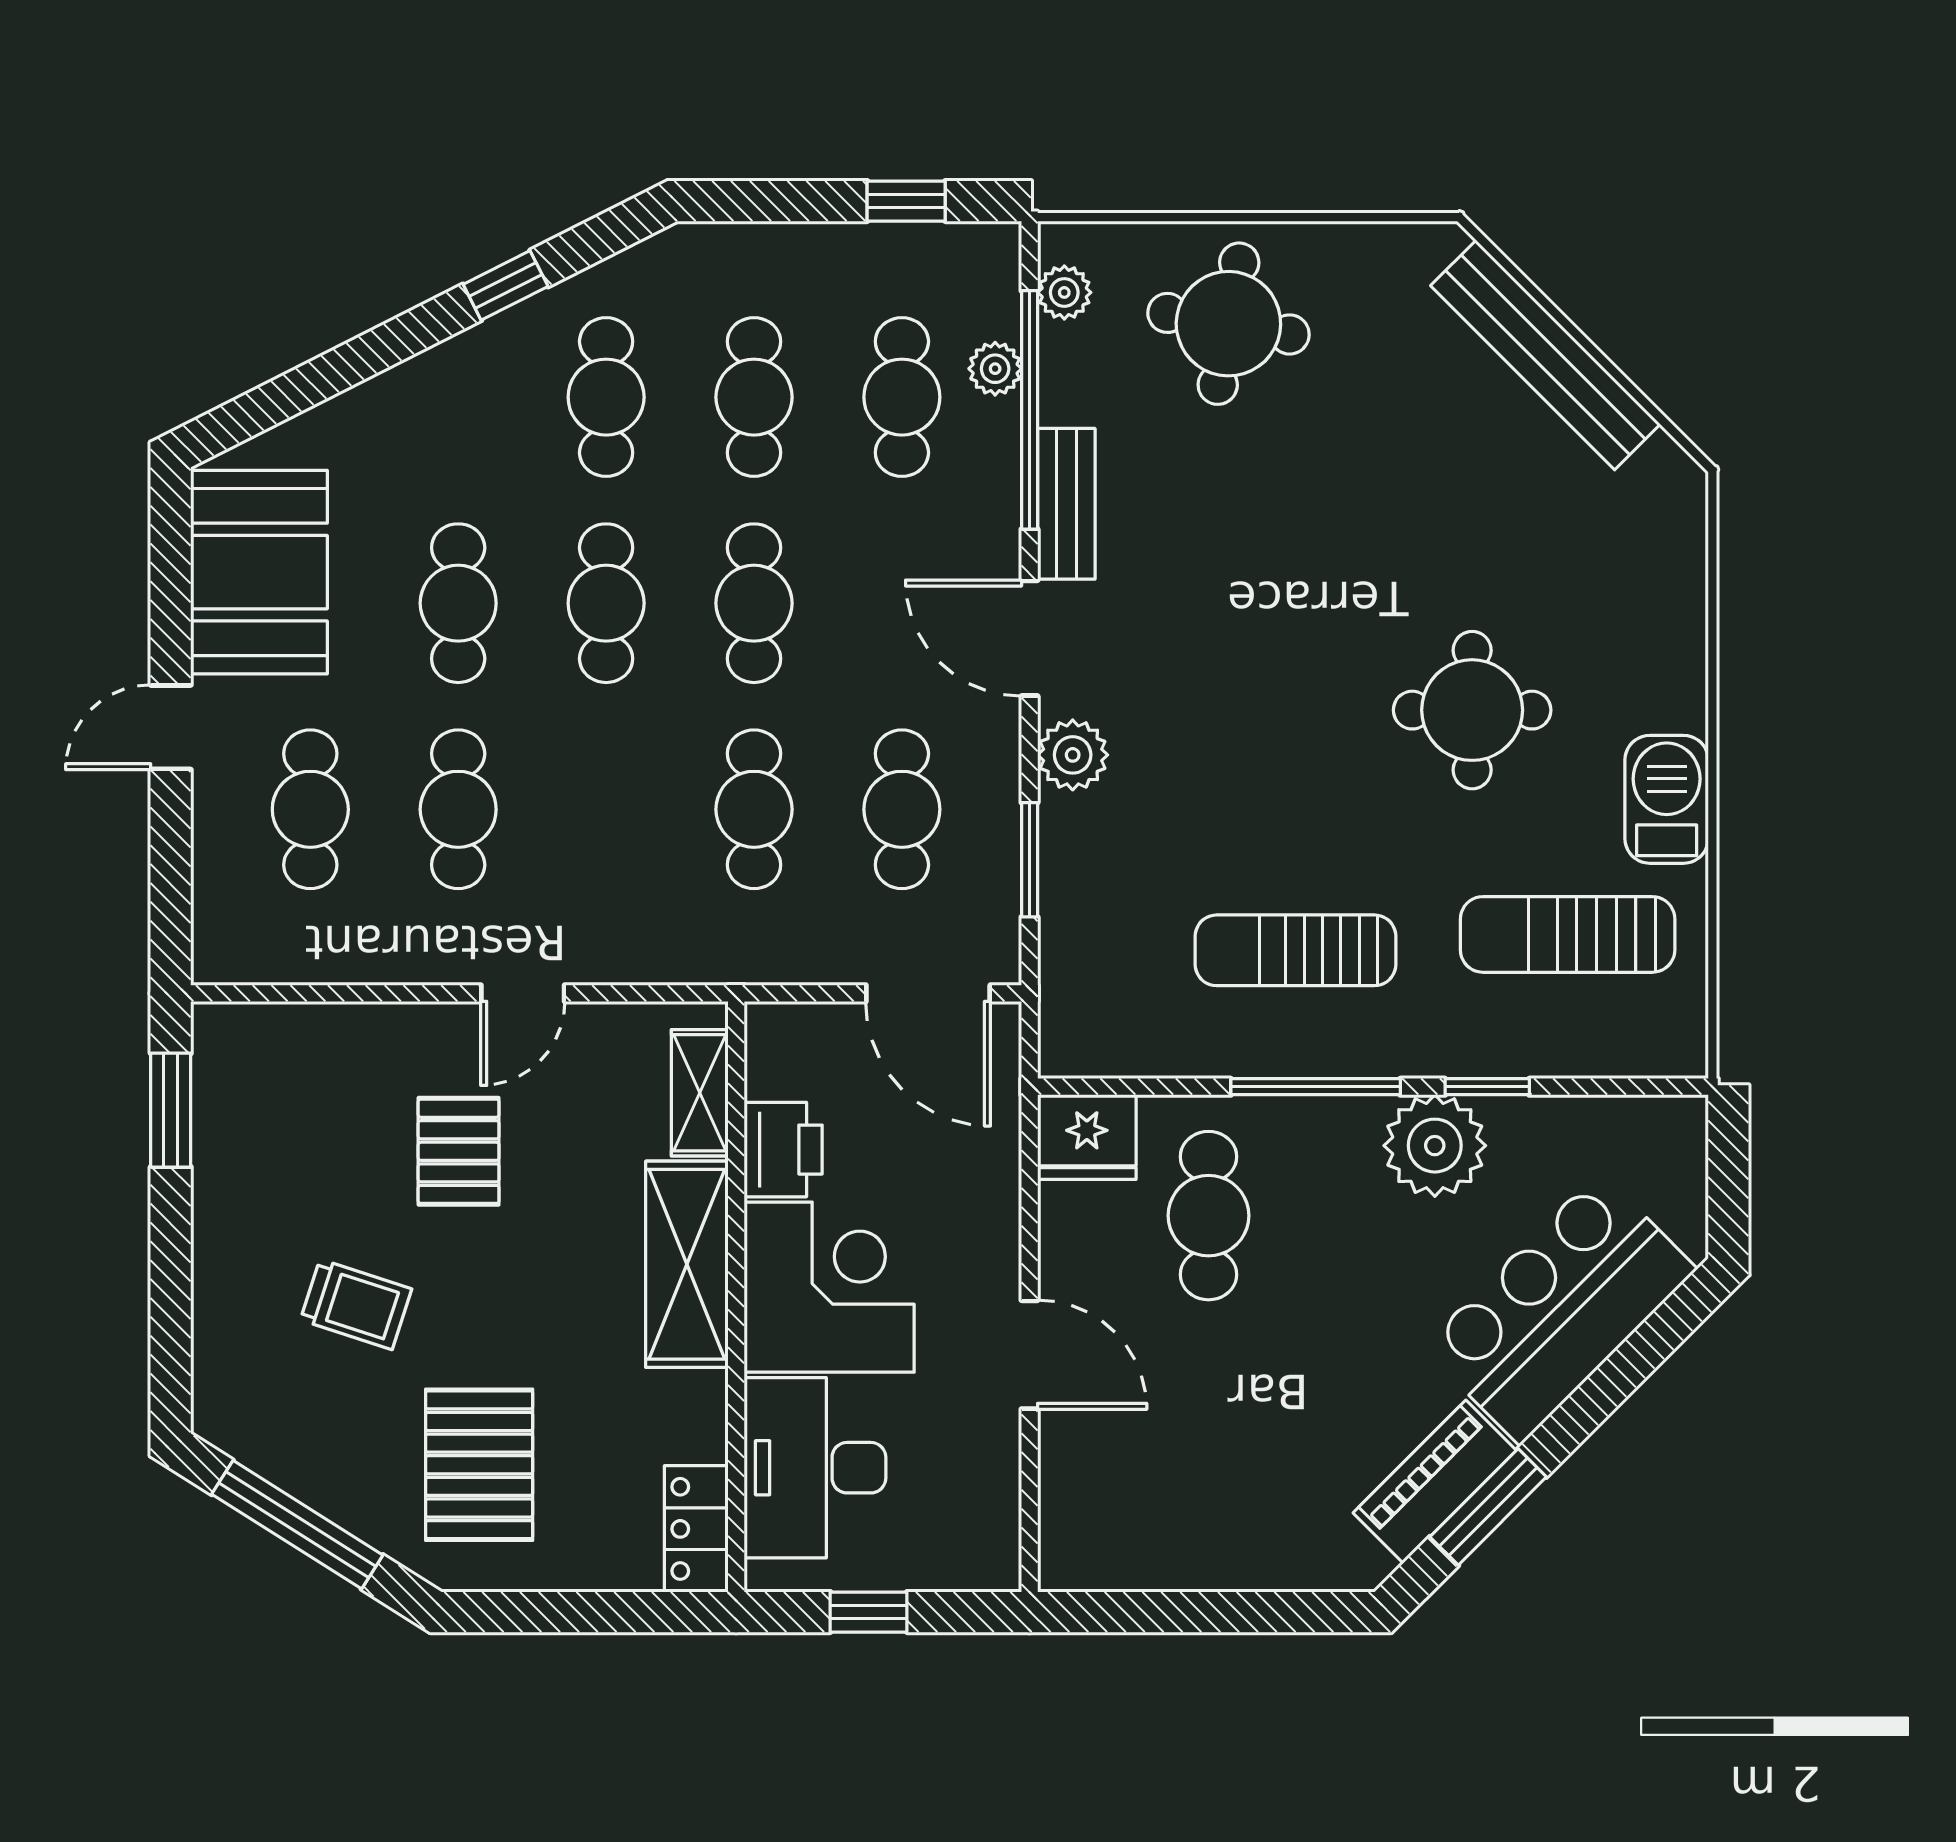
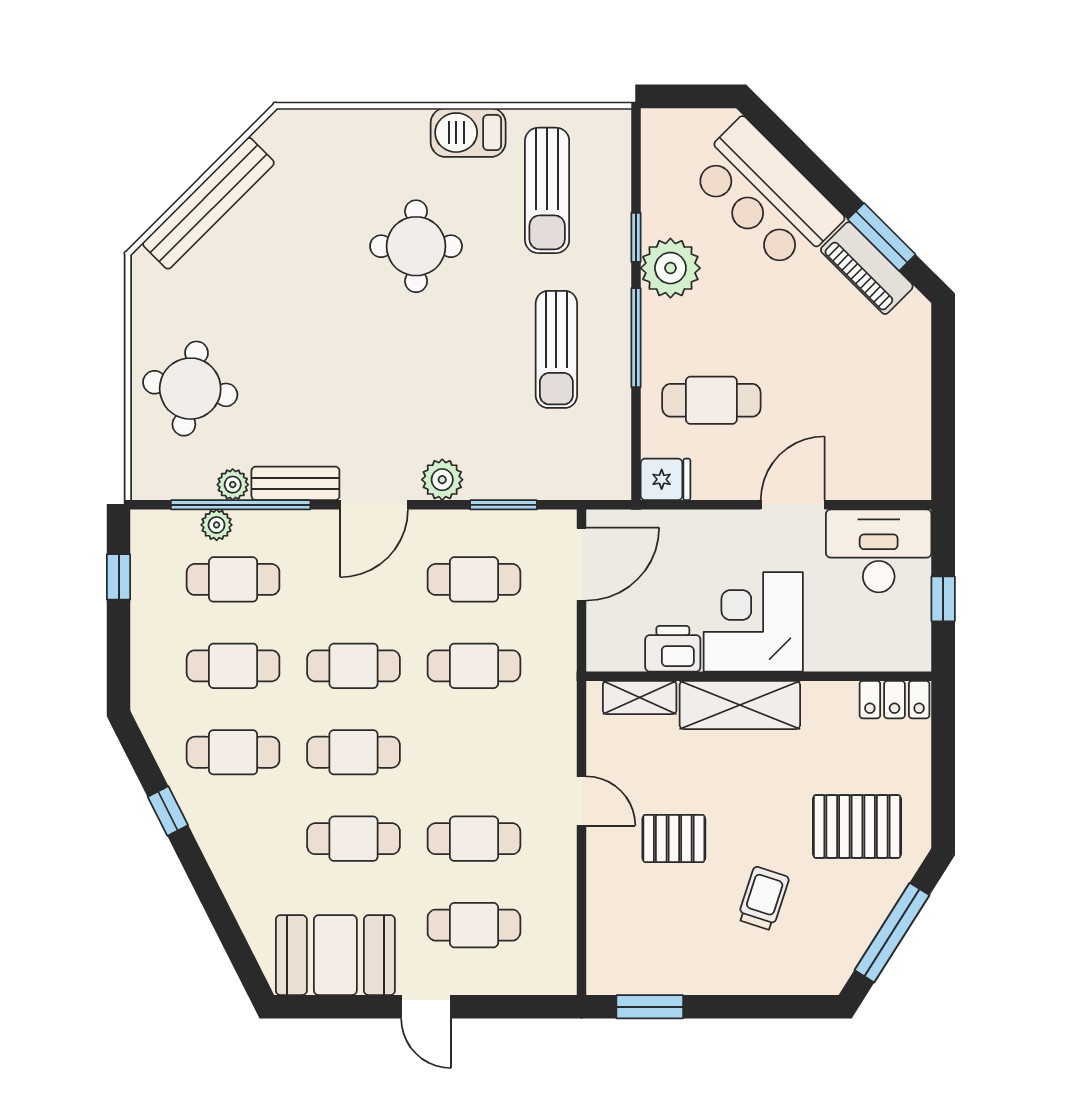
plant: (1064, 292) -> (233, 485), moved
fridge: (1087, 1137) -> (665, 479), width x0.72
desk: (815, 1468) -> (879, 551), moved, turned 180

